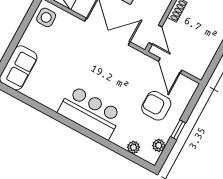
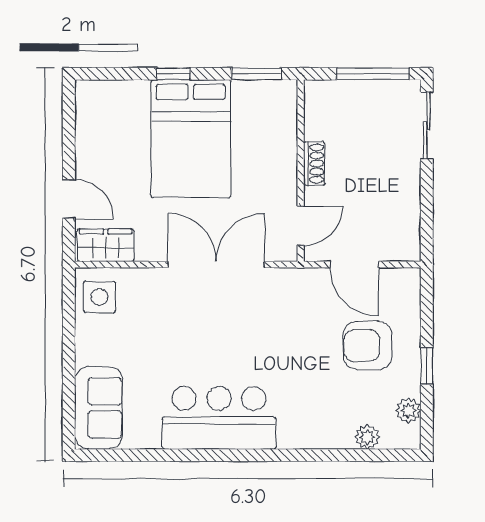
door: (155, 35) -> (301, 226), hinge flipped
bar counter: (90, 113) -> (219, 418), moved

